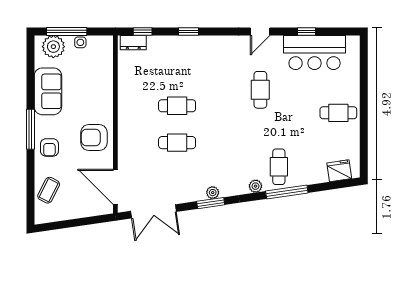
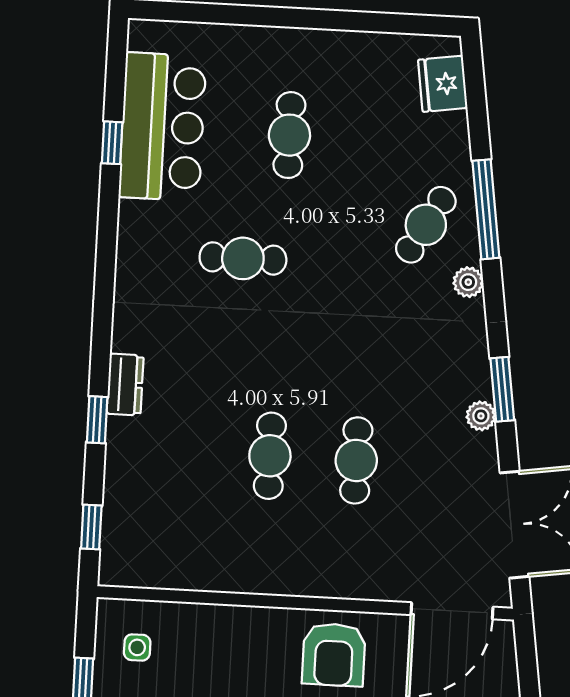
door: (260, 31) -> (106, 252), removed
side table: (80, 42) -> (137, 647), moved
dresser: (133, 43) -> (125, 385), moved
cafe table: (338, 113) -> (289, 135), moved
cafe table: (279, 167) -> (426, 225), turned -60
plant: (213, 193) -> (481, 416), moved

